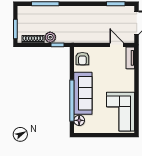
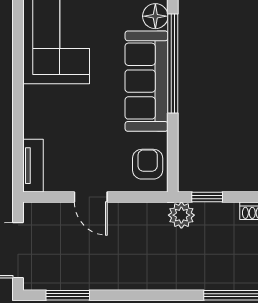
plant: (50, 37) -> (181, 215), moved
door: (117, 45) -> (91, 197), moved

